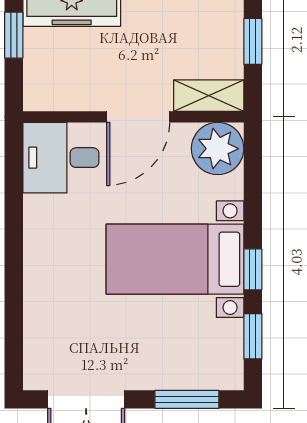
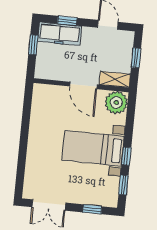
door: (138, 117) -> (83, 85), hinge flipped
desk: (61, 158) -> (48, 100), removed
window: (187, 399) -> (92, 209), width x0.67

